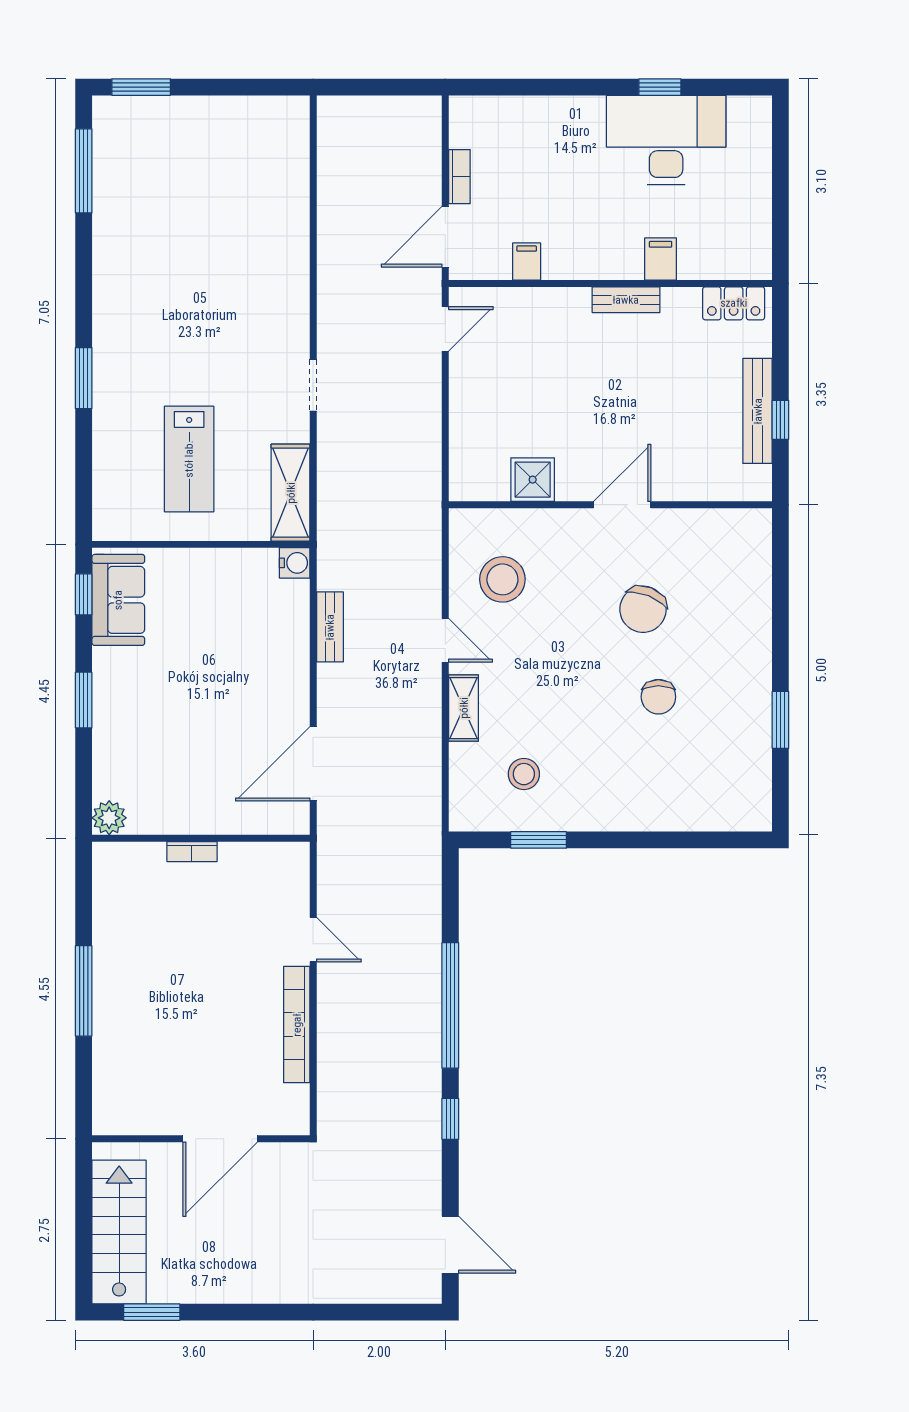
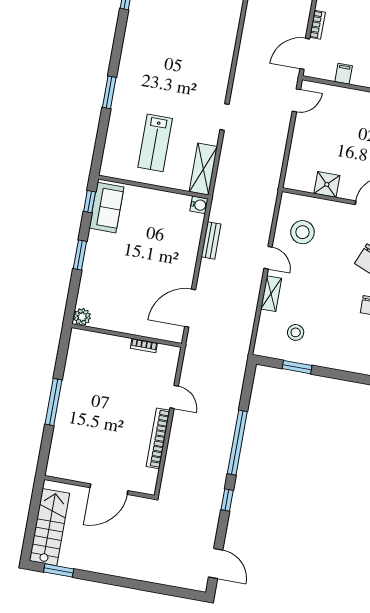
bookcase: (192, 852) -> (144, 346), moved

